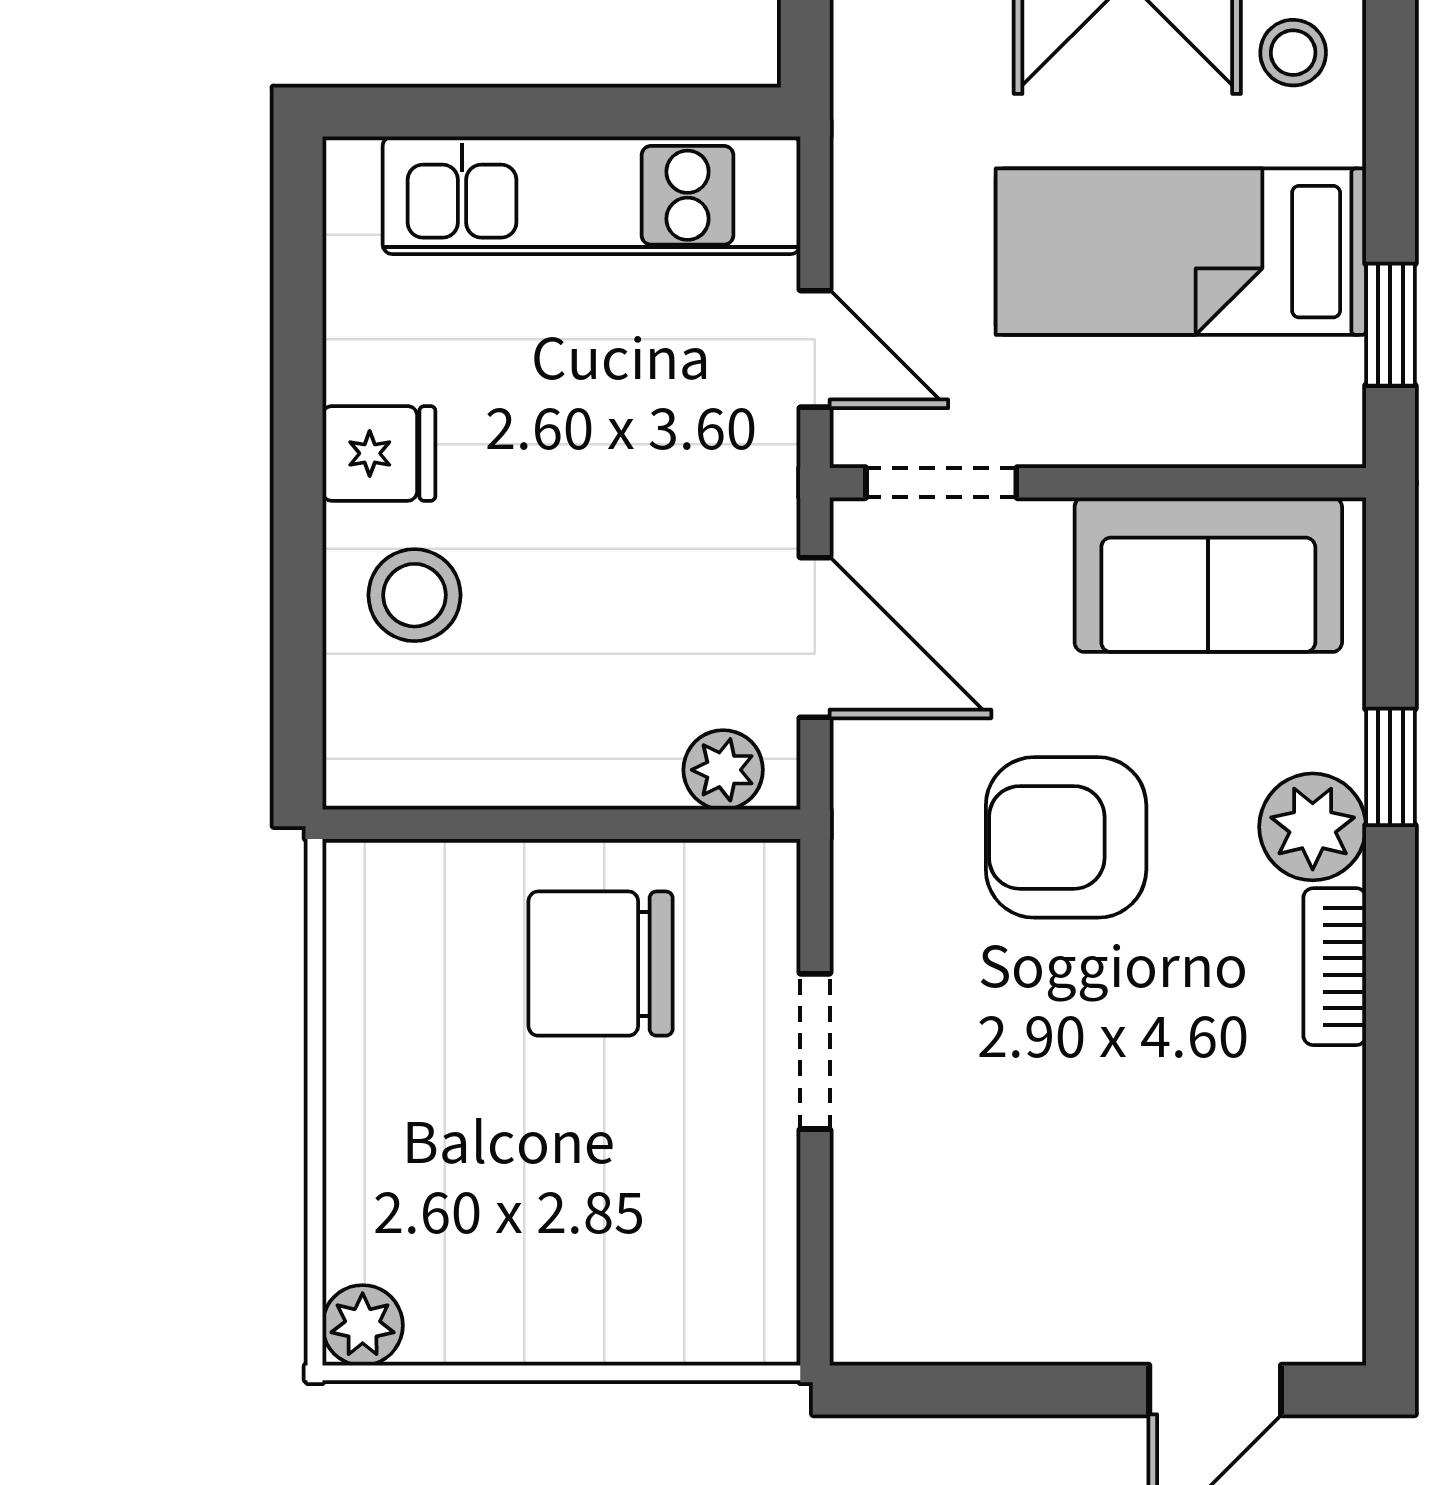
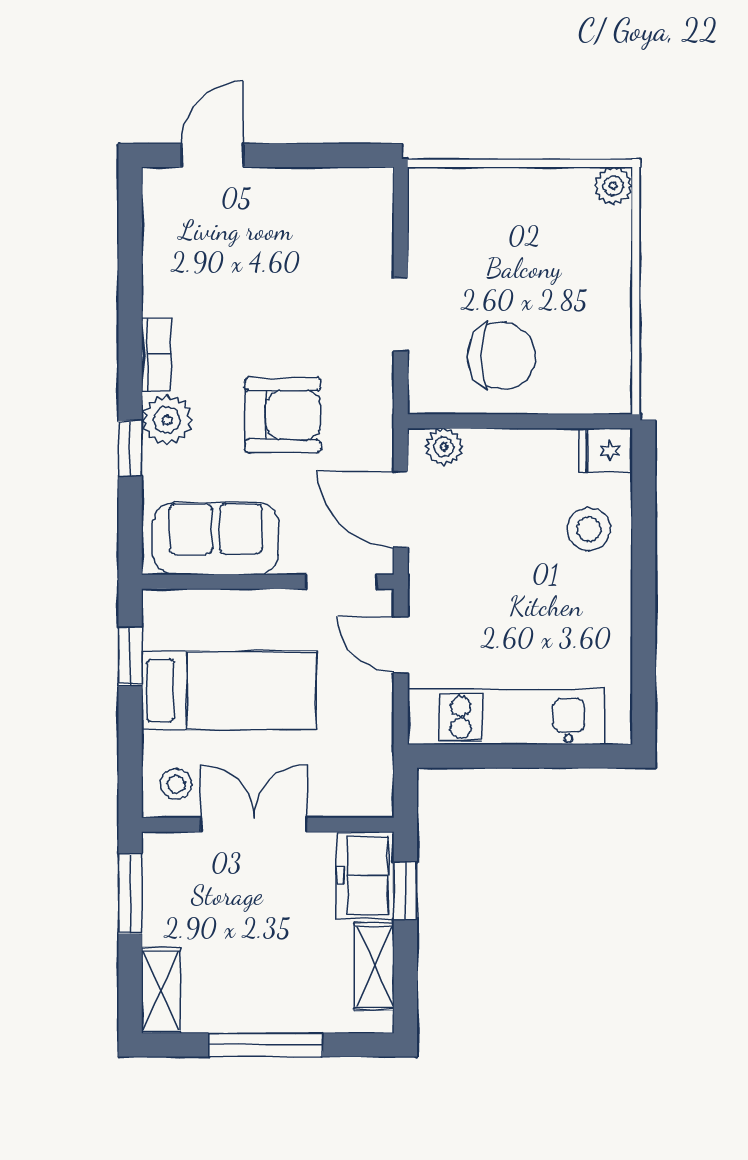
fridge: (379, 453) -> (606, 450), moved

